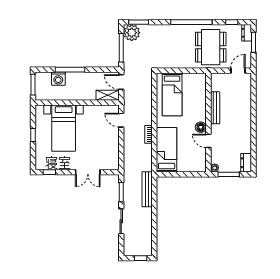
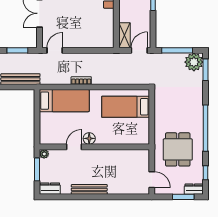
dining table: (211, 47) -> (178, 149), width x0.73
bench: (215, 108) -> (89, 189), moved
door: (121, 120) -> (55, 50), moved

